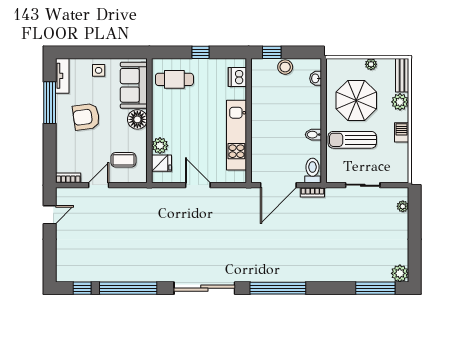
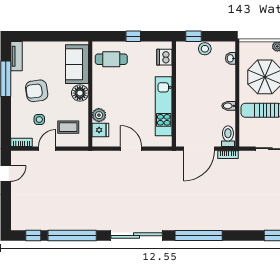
side table: (99, 70) -> (39, 119), moved

